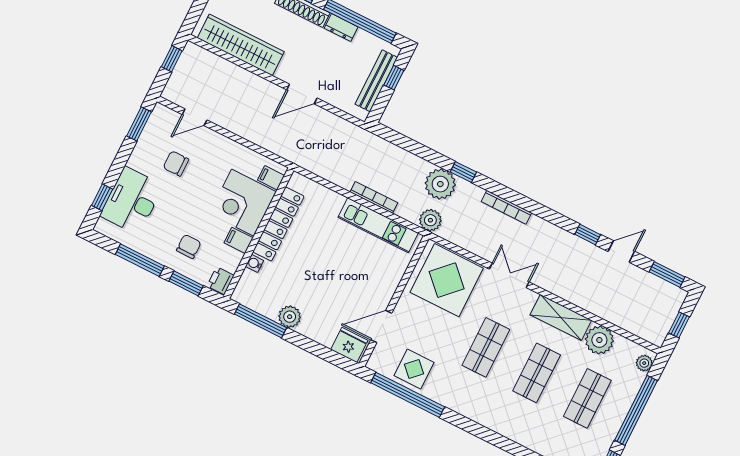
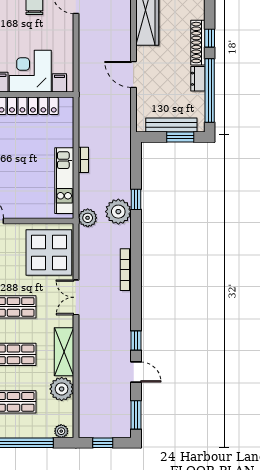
window: (394, 78) -> (180, 137), width x1.50
window: (463, 172) -> (136, 199), moved
bookcase: (374, 197) -> (83, 160), width x0.64
double door: (509, 275) -> (76, 297), swing flipped

